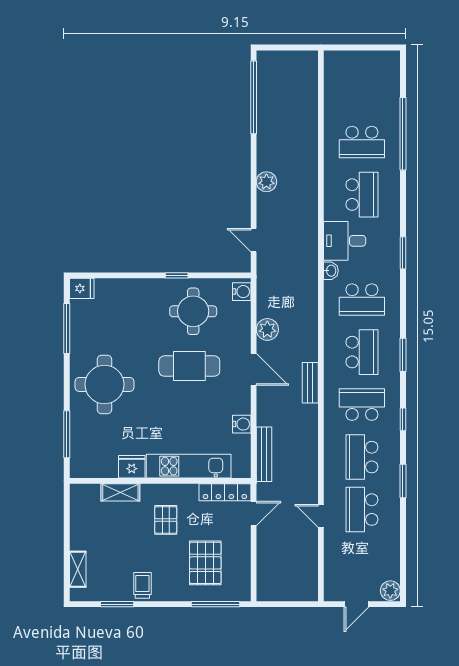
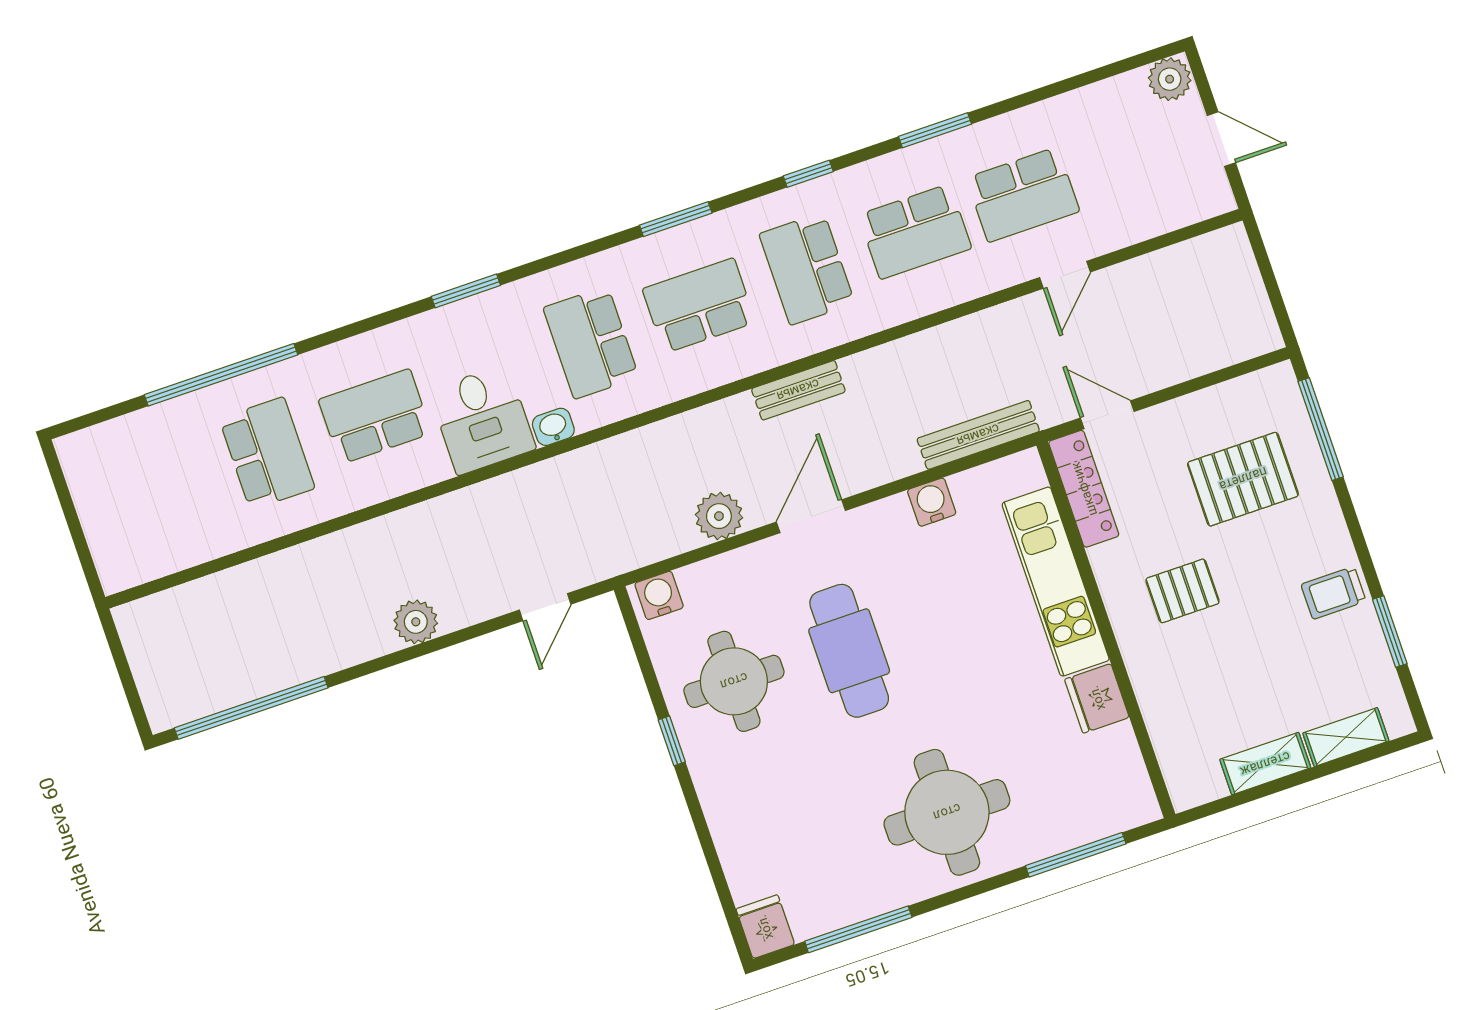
school desk: (362, 300) -> (591, 343), turned 180
shelving: (120, 492) -> (1265, 764), moved, turned 90

